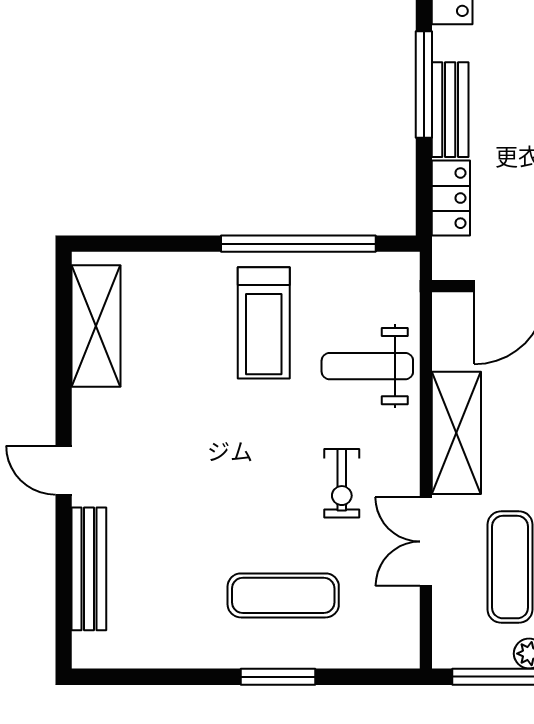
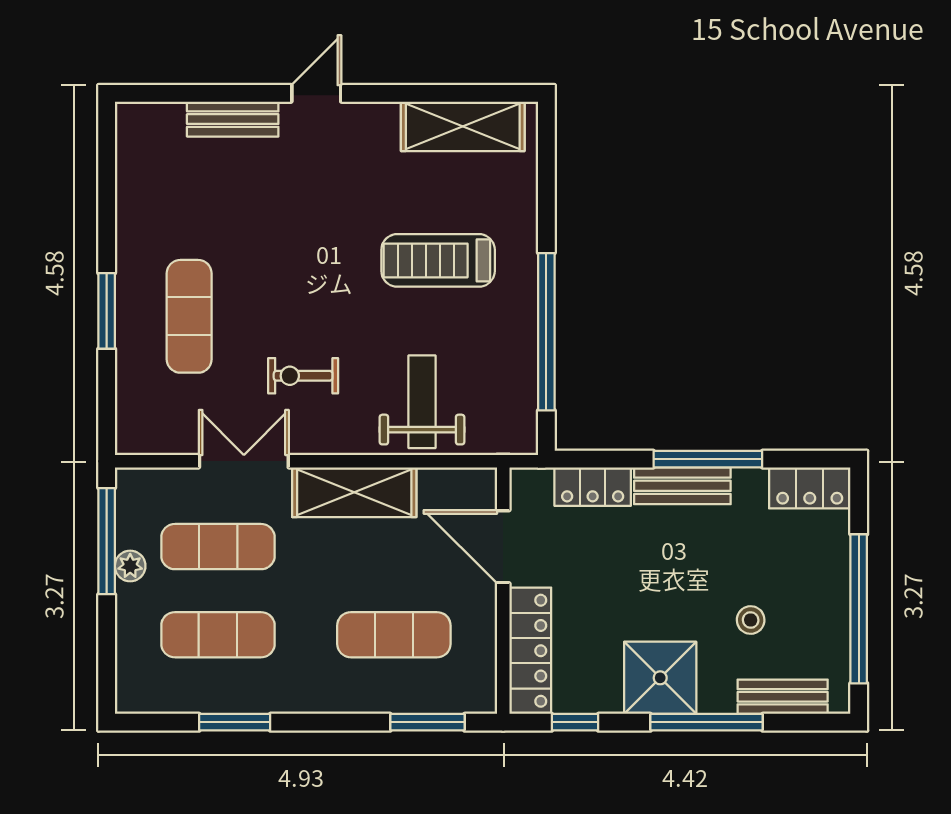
treadmill: (264, 323) -> (438, 260), moved
bench: (89, 569) -> (233, 119), width x0.73

